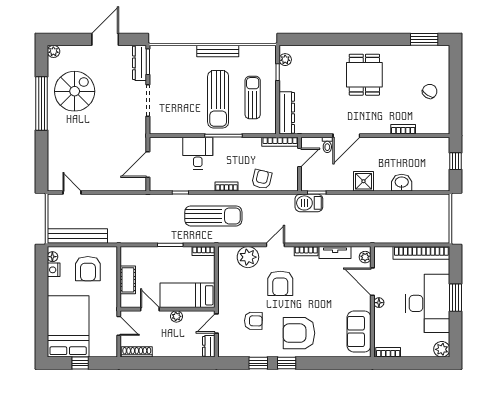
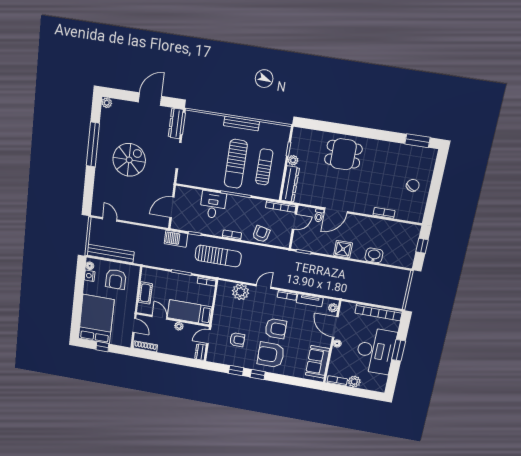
plant: (285, 60) -> (293, 160), moved
dining table: (364, 75) -> (343, 154), moved, turned 90
spiral stairs: (75, 91) -> (129, 160), moved
barbecue: (309, 203) -> (176, 239), moved
armchair: (280, 283) -> (276, 329), moved, turned -90
plant: (442, 349) -> (354, 382), moved

